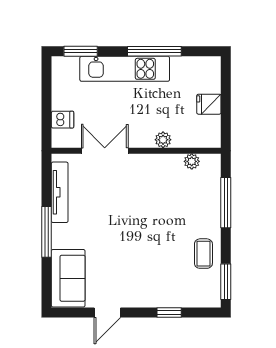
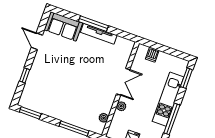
double door: (105, 151) -> (123, 82), moved
tv unit: (60, 192) -> (99, 34), moved
coffee table: (203, 254) -> (50, 106), removed

